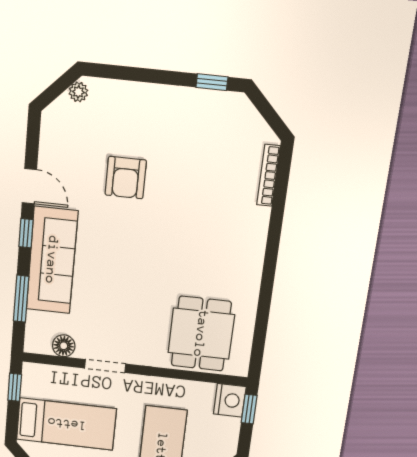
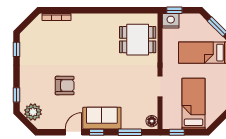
window: (116, 72) -> (17, 95), added
plant: (78, 92) -> (33, 112), width x1.88, depth x1.88
sofa: (52, 260) -> (102, 118), width x0.73
floor lamp: (64, 346) -> (152, 121), moved

